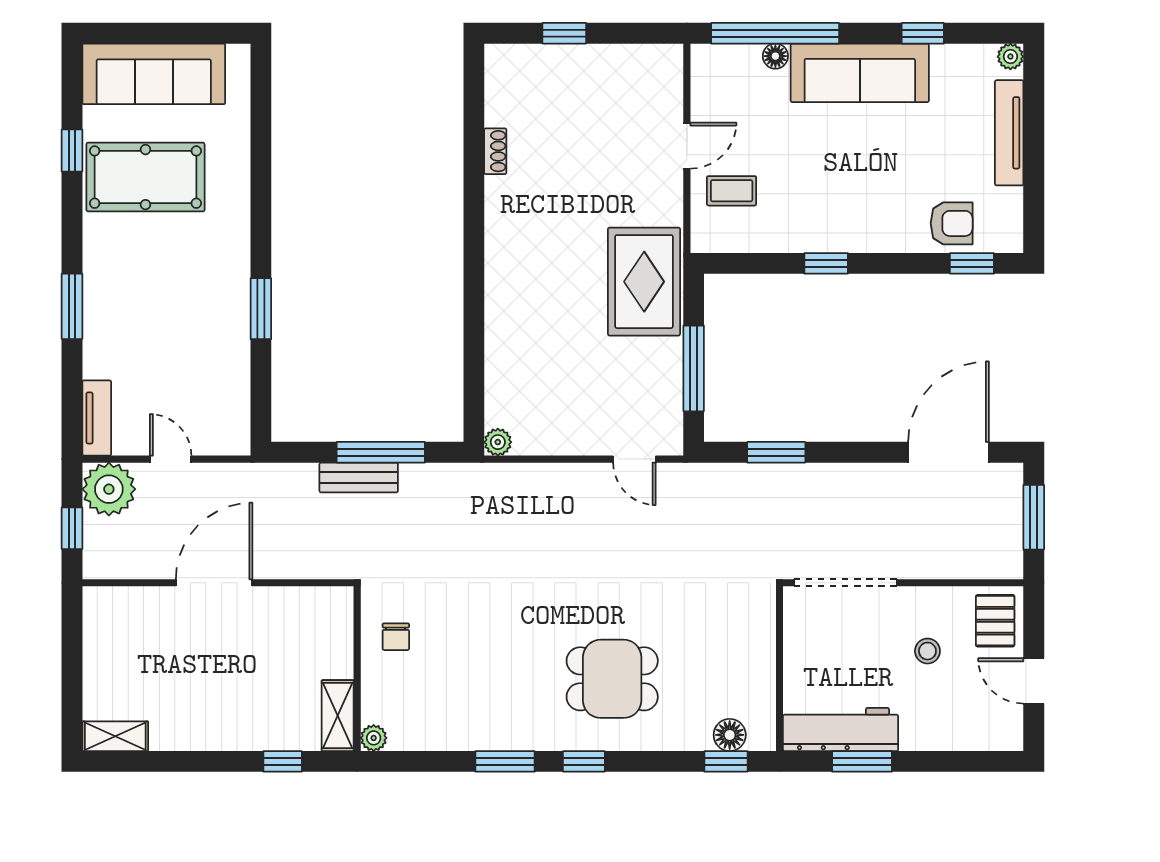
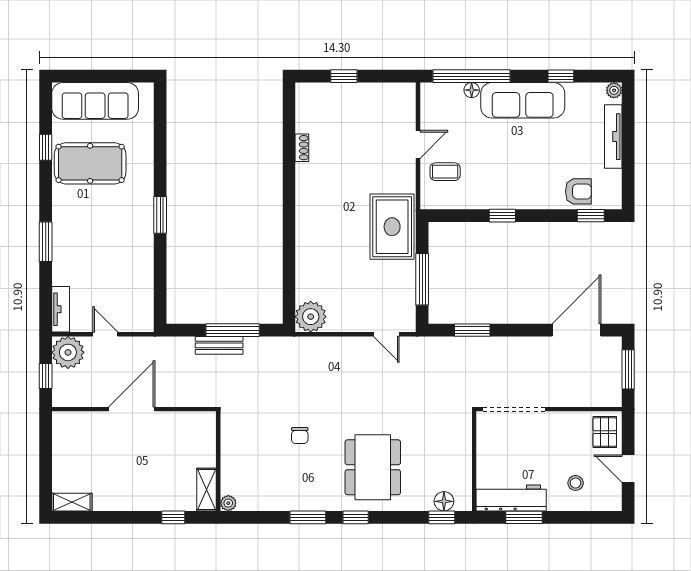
window: (261, 309) -> (160, 215), moved
plant: (498, 442) -> (311, 317), width x1.88, depth x1.88
chair: (396, 637) -> (300, 436), moved
stool: (927, 651) -> (576, 483), moved
dining table: (612, 679) -> (373, 467), width x1.38

